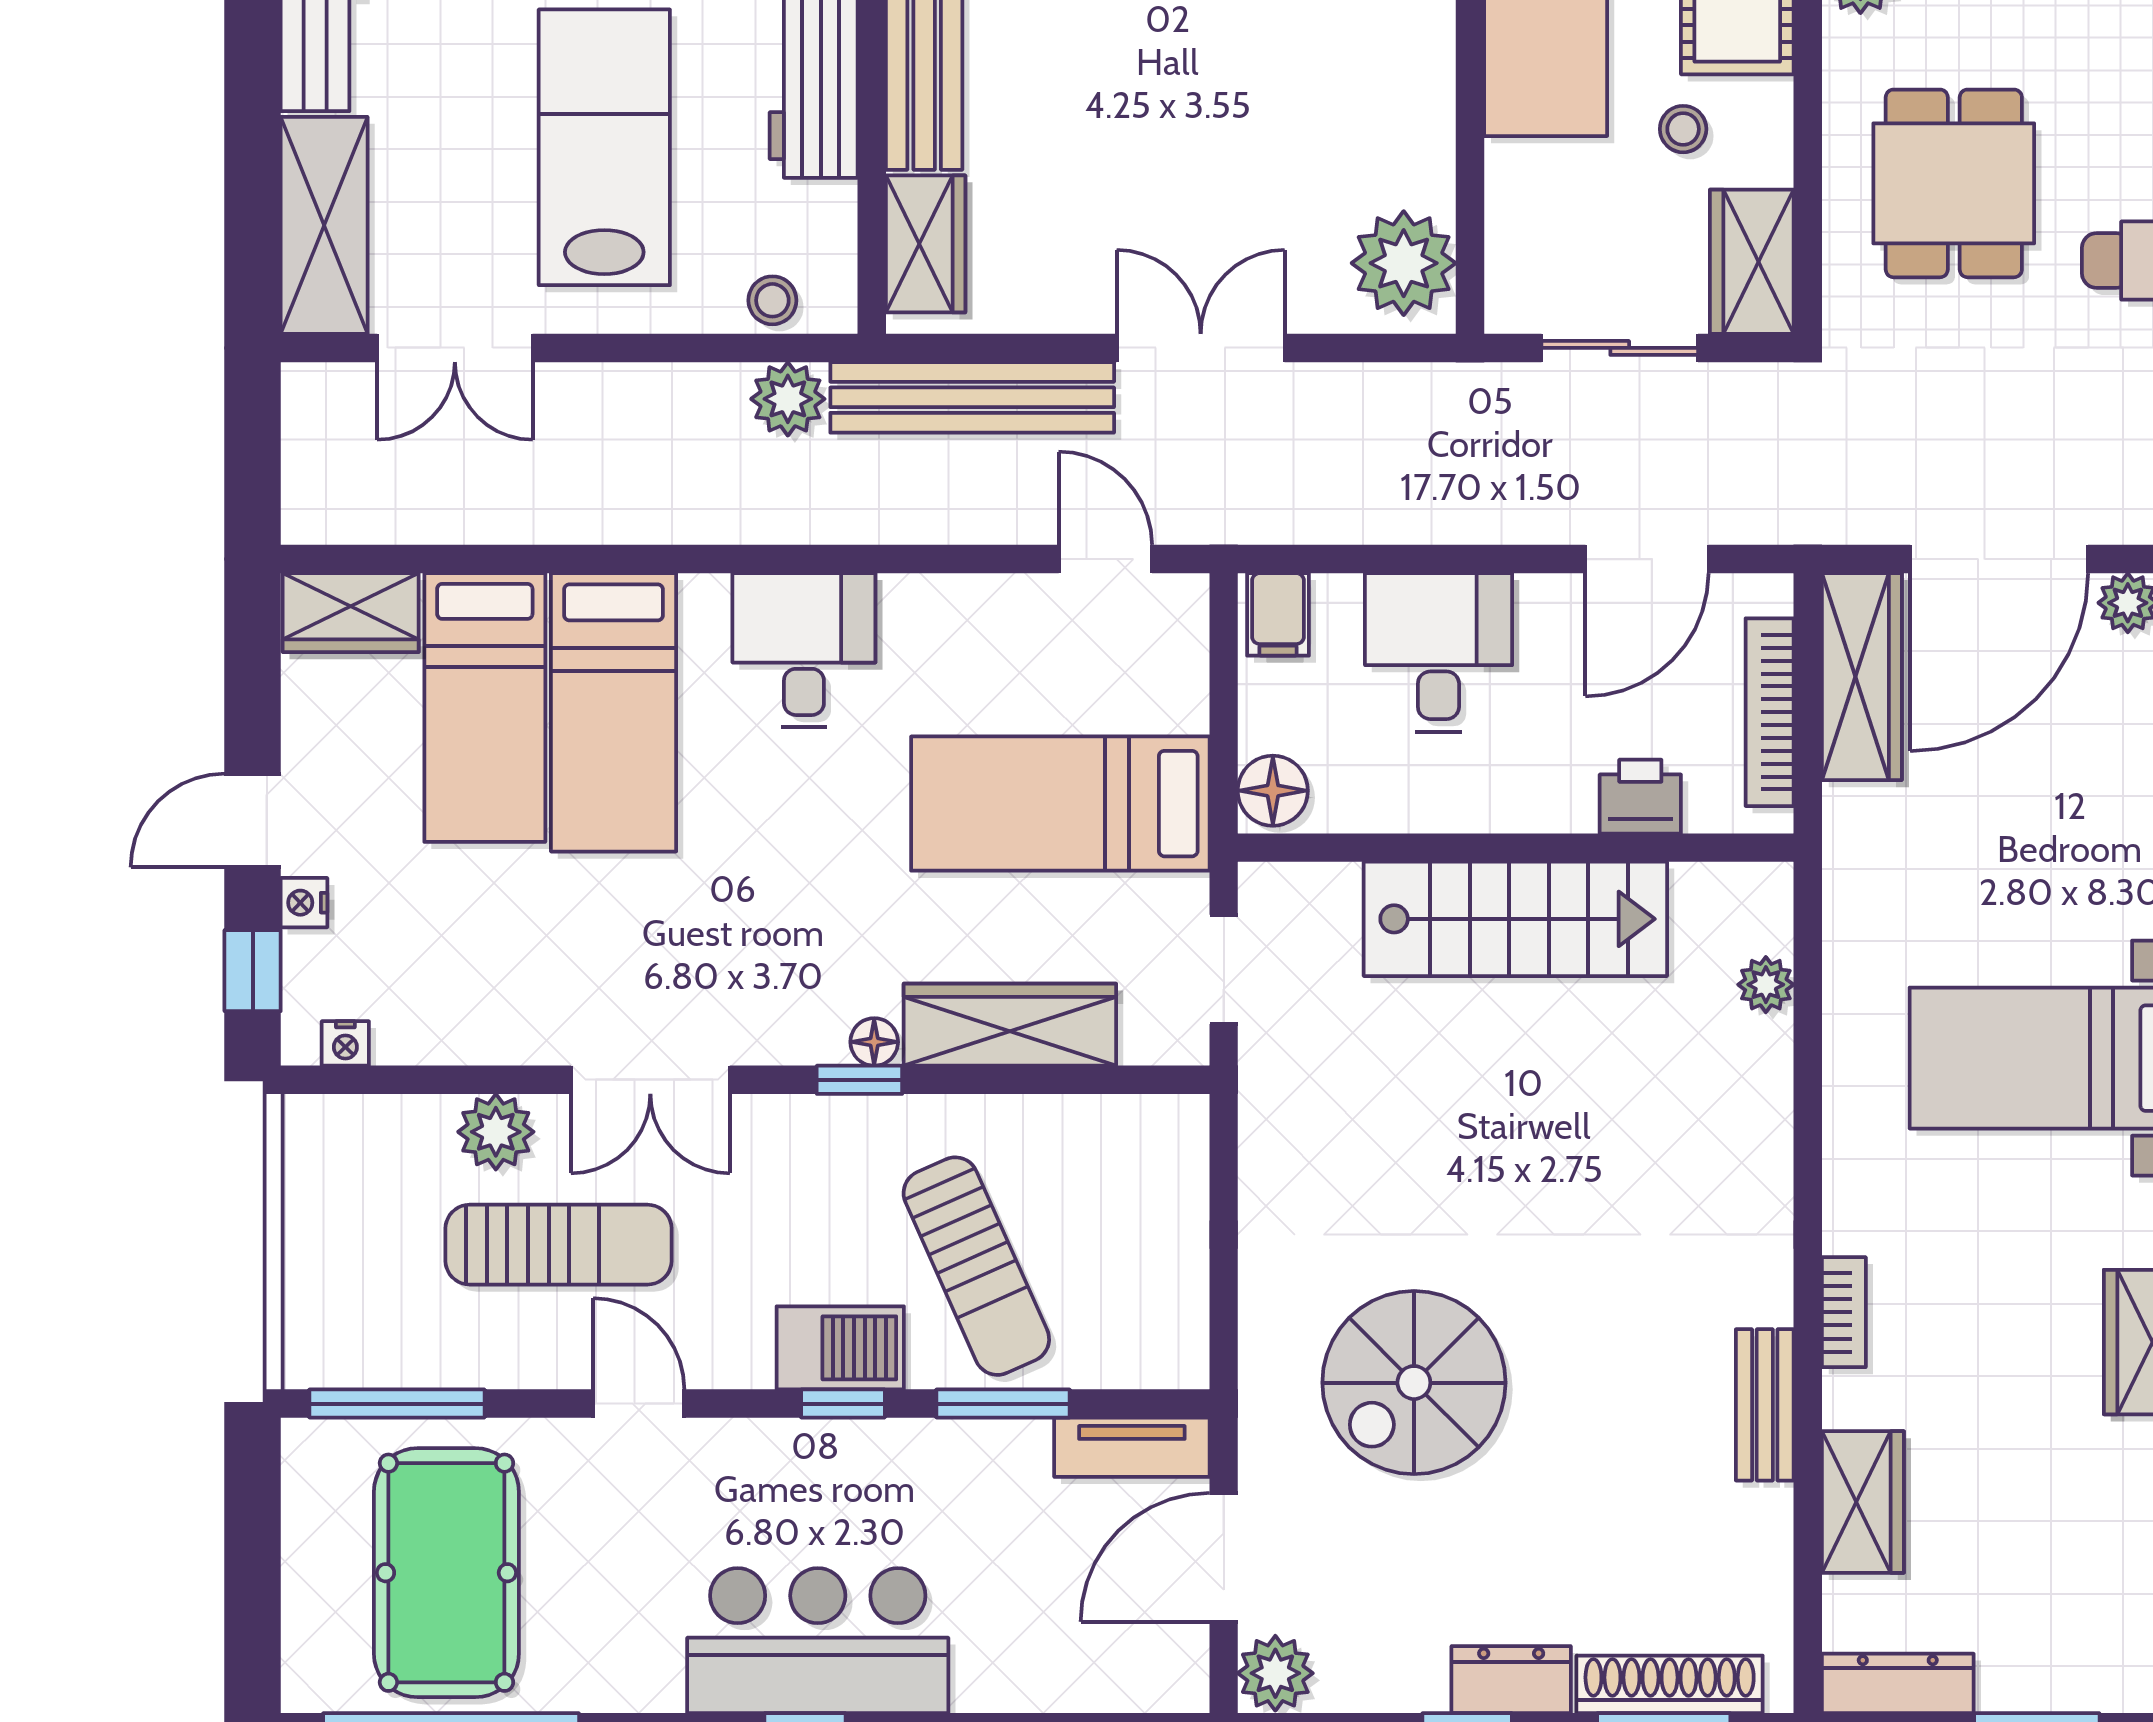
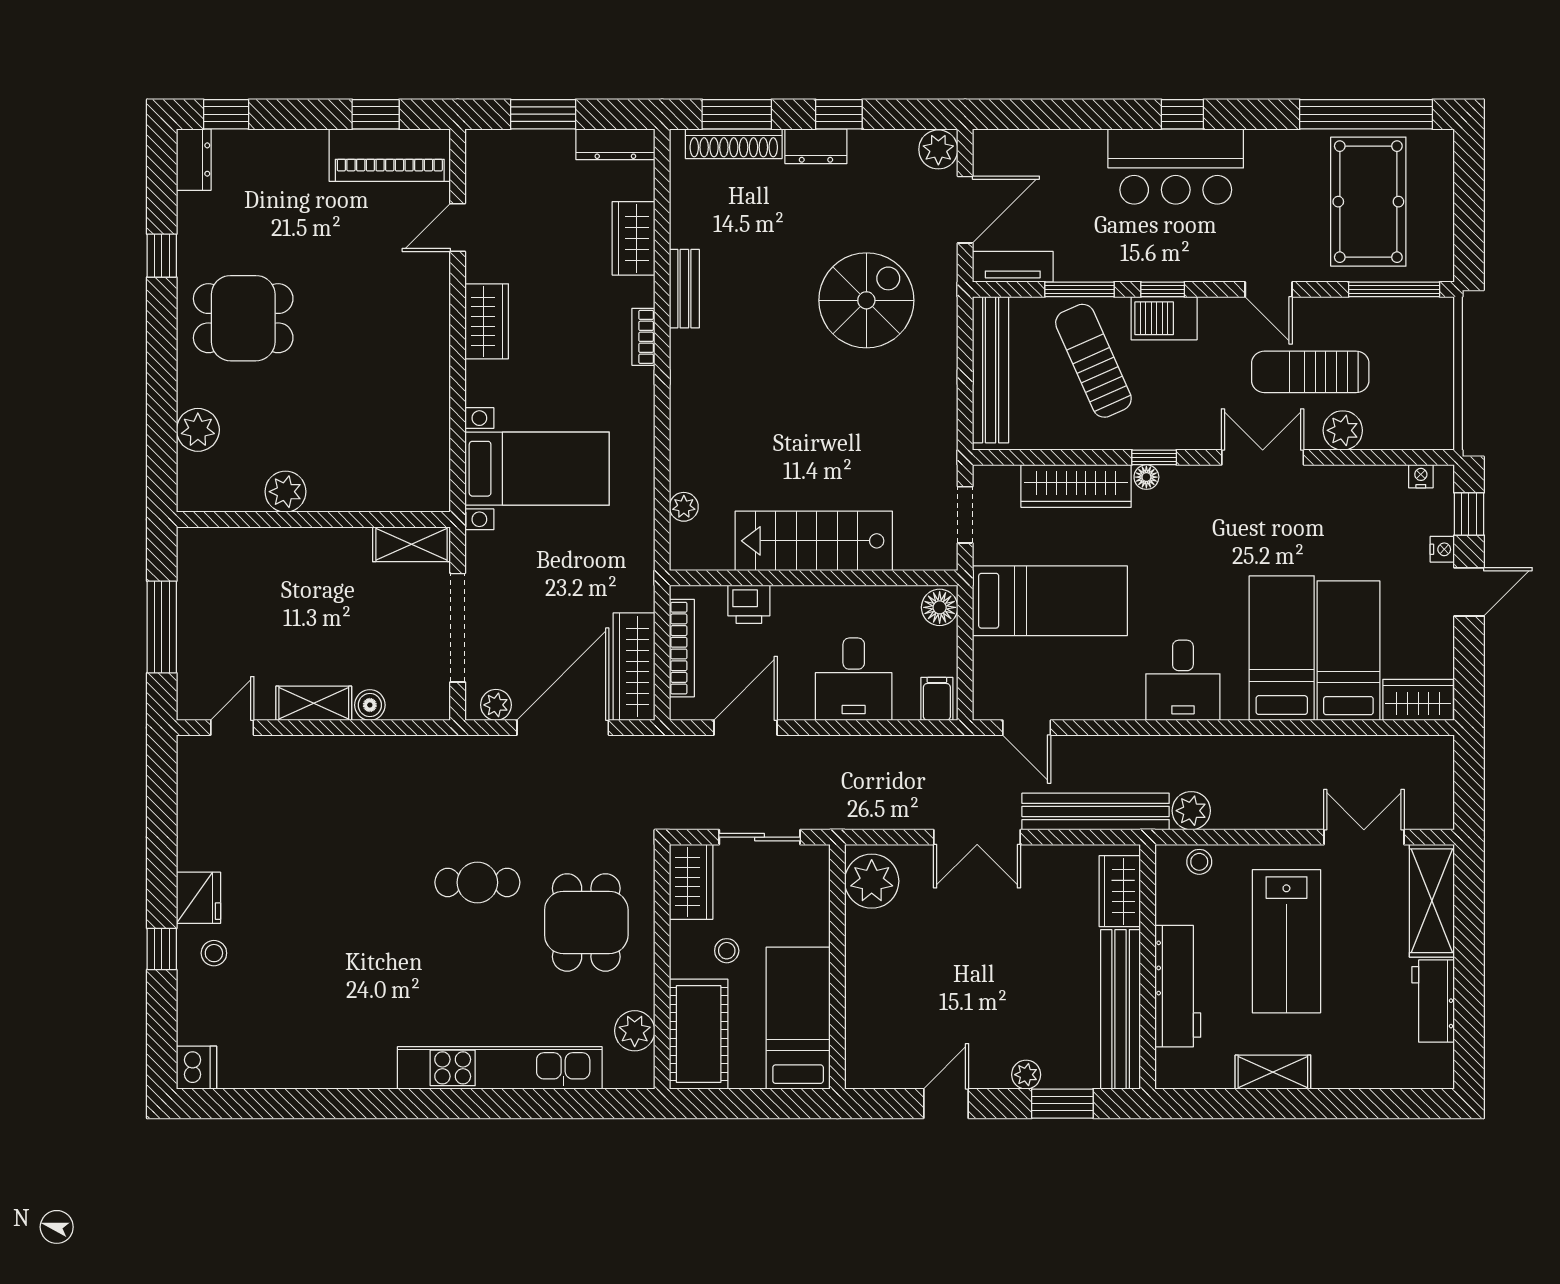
bench: (1175, 1249) -> (991, 370), added

